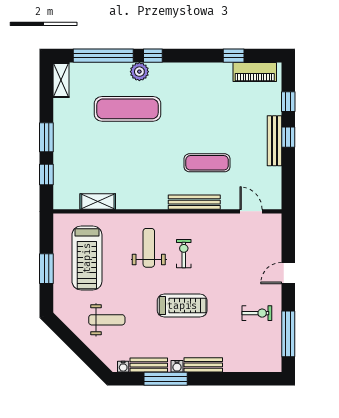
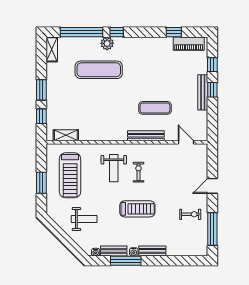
shelving: (98, 201) -> (66, 135), moved
weight bench: (149, 248) -> (114, 168), turned 180

